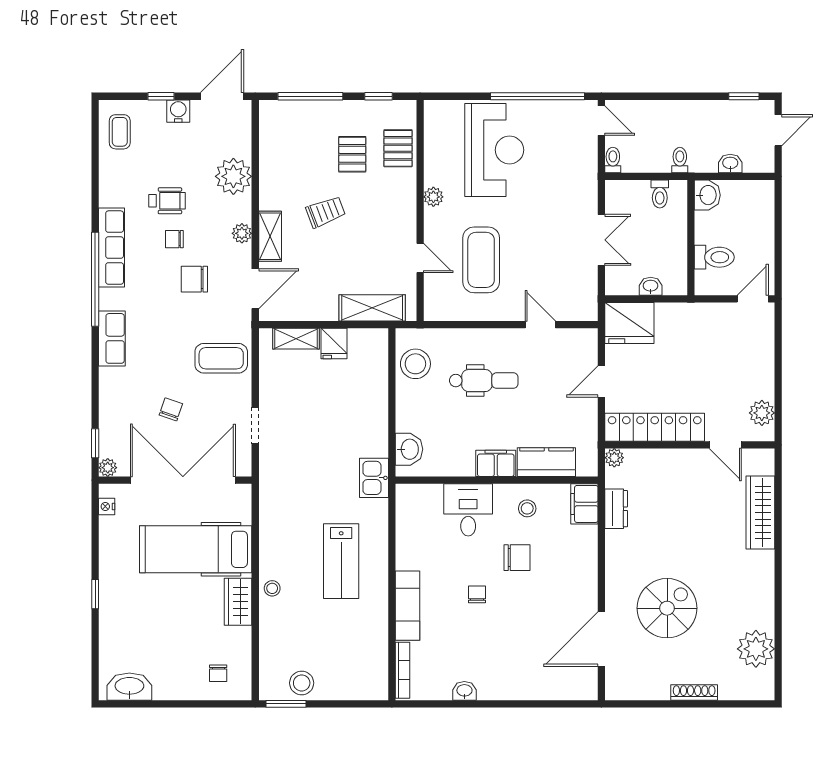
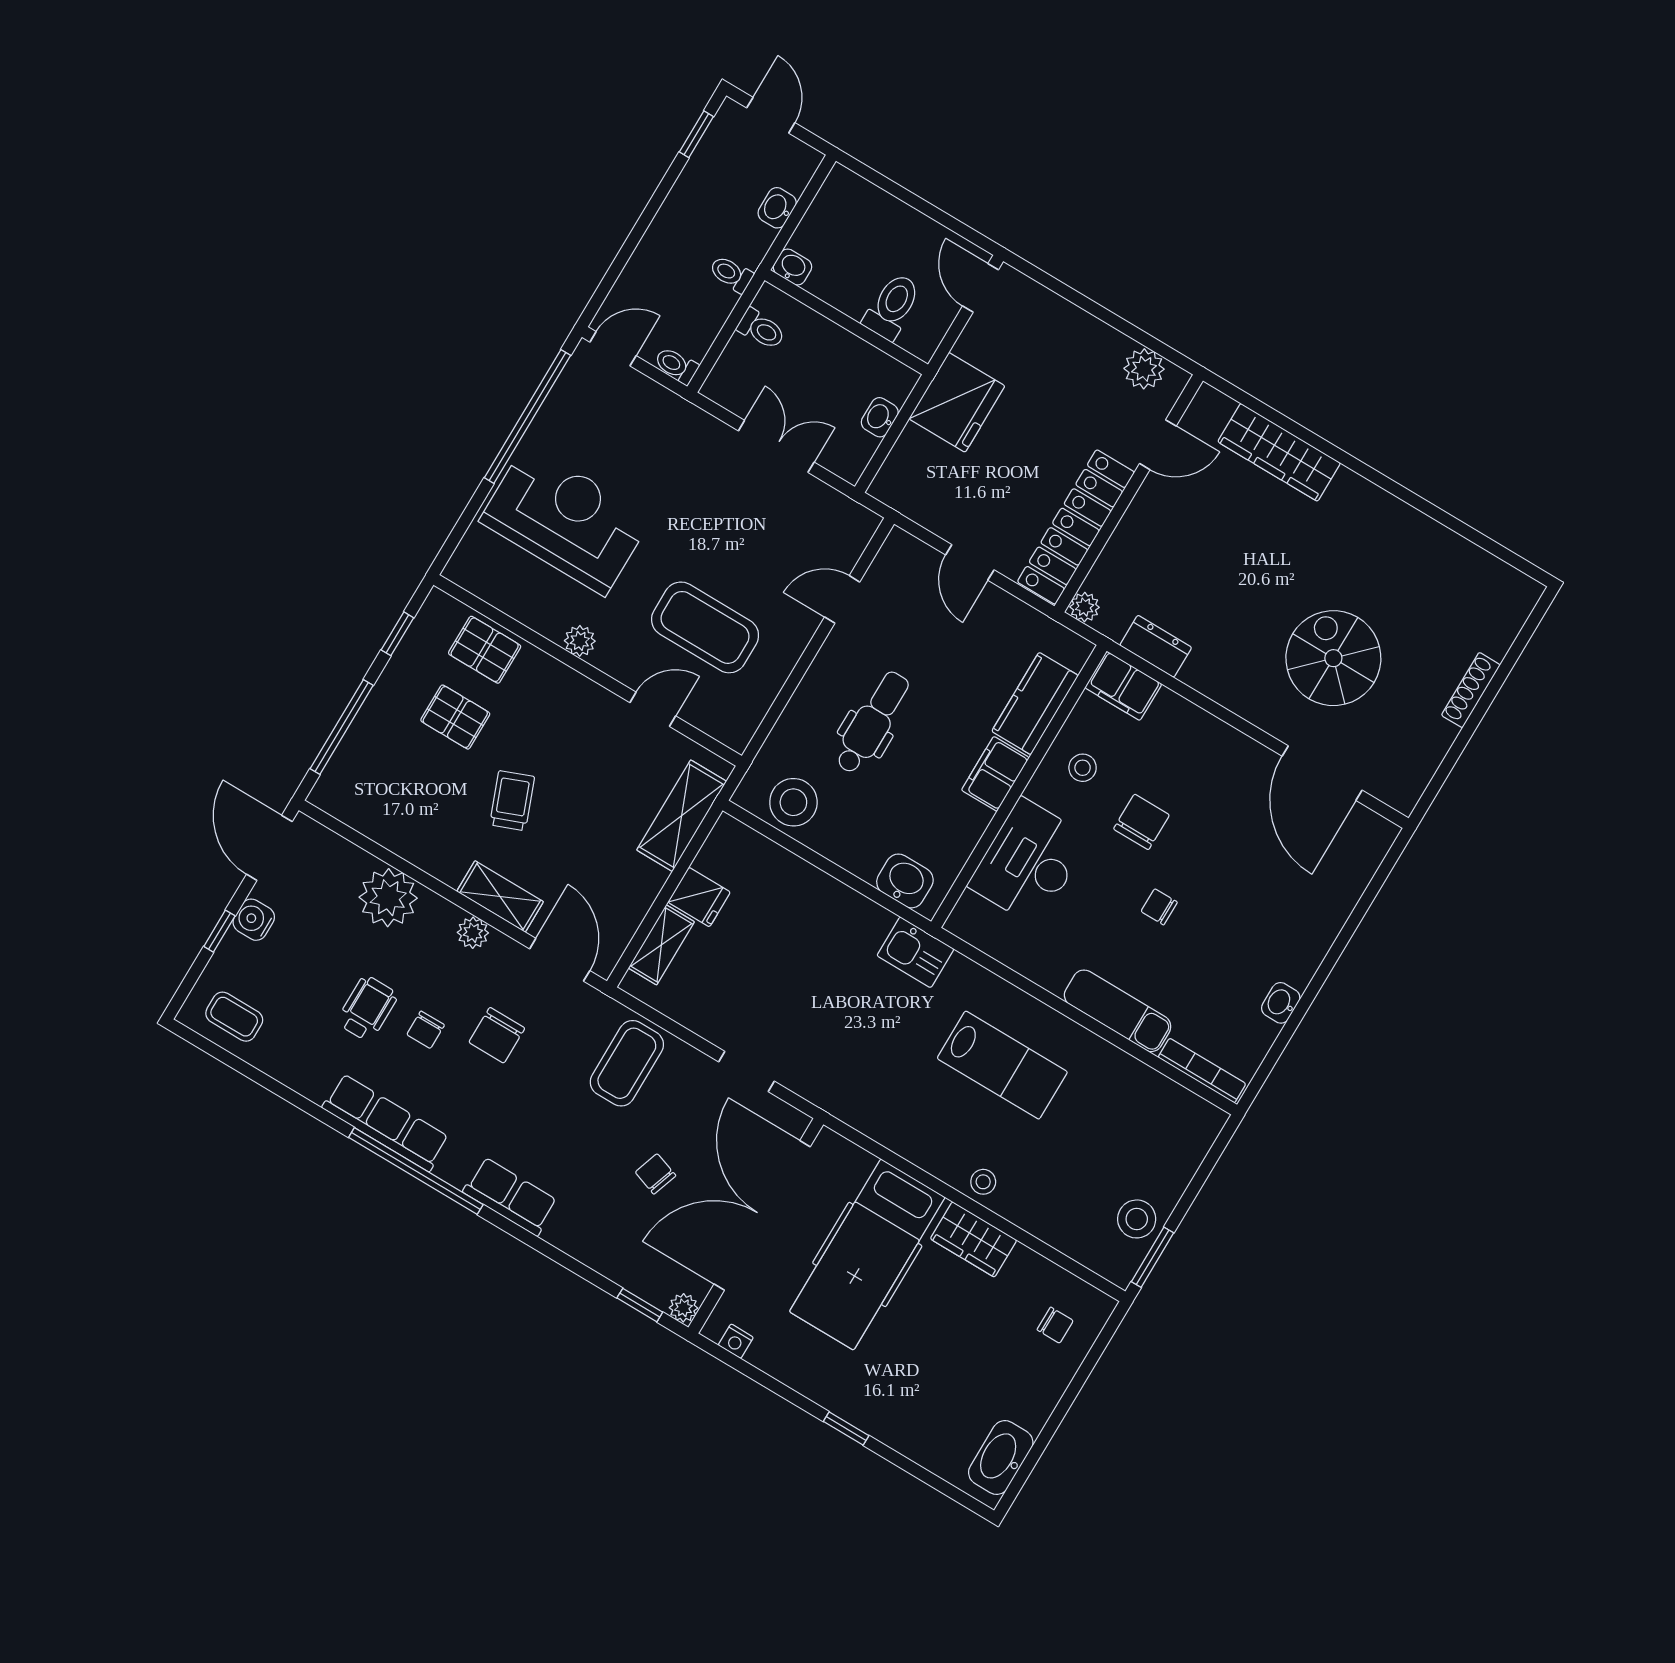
washbasin: (707, 195) -> (793, 267), width x0.72, depth x0.69
fridge: (629, 323) -> (957, 402), moved
desk: (468, 510) -> (1029, 862), width x1.37
plant: (756, 649) -> (1462, 570), removed

